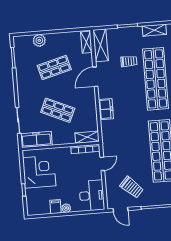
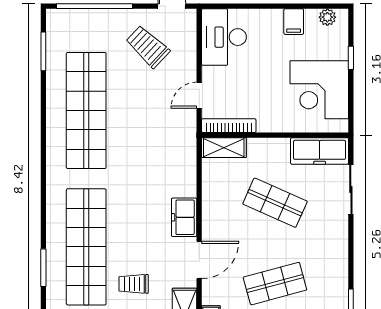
freezer: (106, 109) -> (184, 217), moved
plant: (66, 208) -> (327, 17), moved

